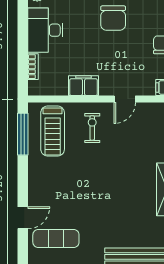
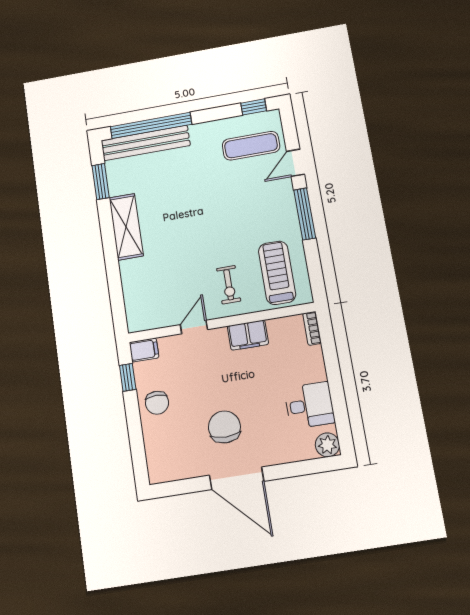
desk: (45, 30) -> (309, 405), width x0.73
bookcase: (33, 67) -> (312, 328), moved
window: (23, 134) -> (305, 214), moved

